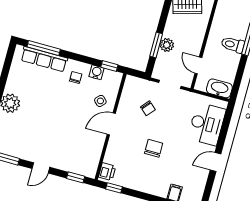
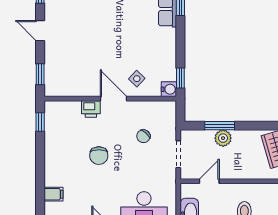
water cooler: (97, 72) -> (169, 89), moved
chair: (76, 78) -> (156, 42), removed
chair: (154, 148) -> (99, 156), turned 90
printer: (107, 172) -> (91, 109), moved

